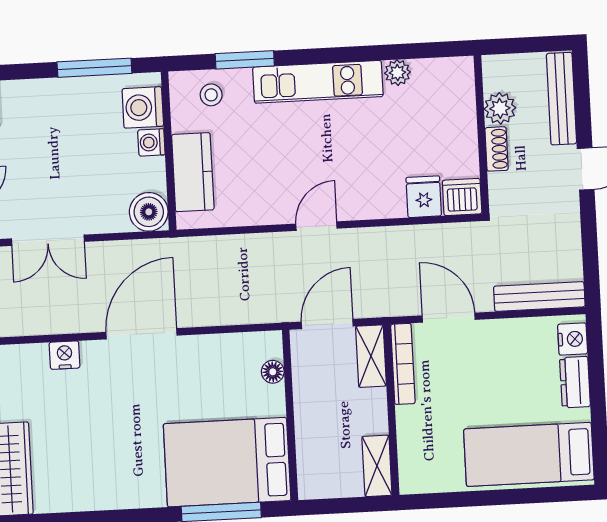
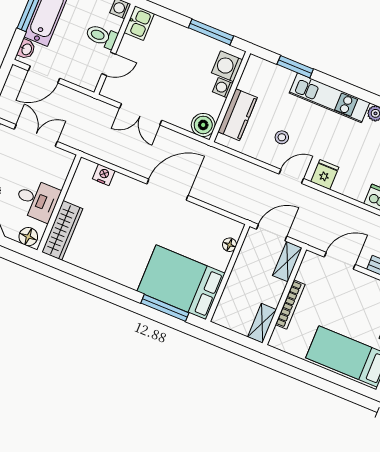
stool: (211, 95) -> (282, 137), moved
fridge: (424, 197) -> (325, 175), moved
door: (449, 318) -> (340, 261), hinge flipped
nightstand: (65, 355) -> (104, 175), moved
bookcase: (403, 364) -> (290, 305), moved

